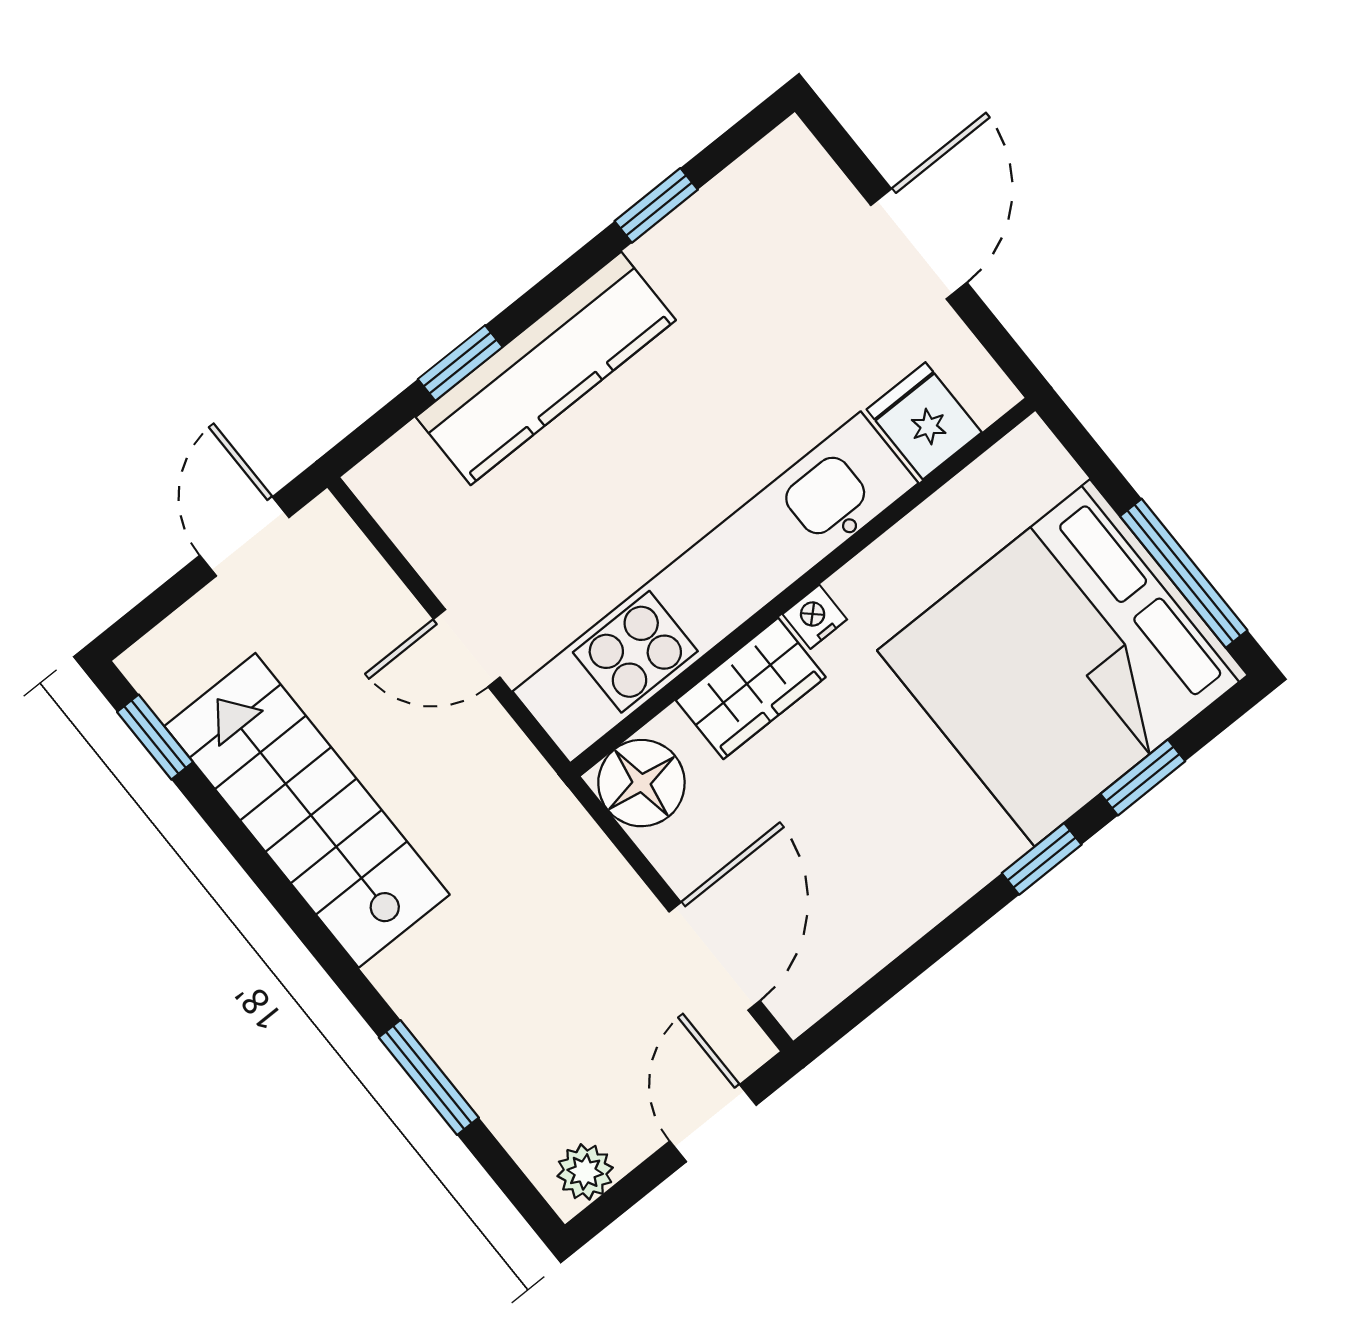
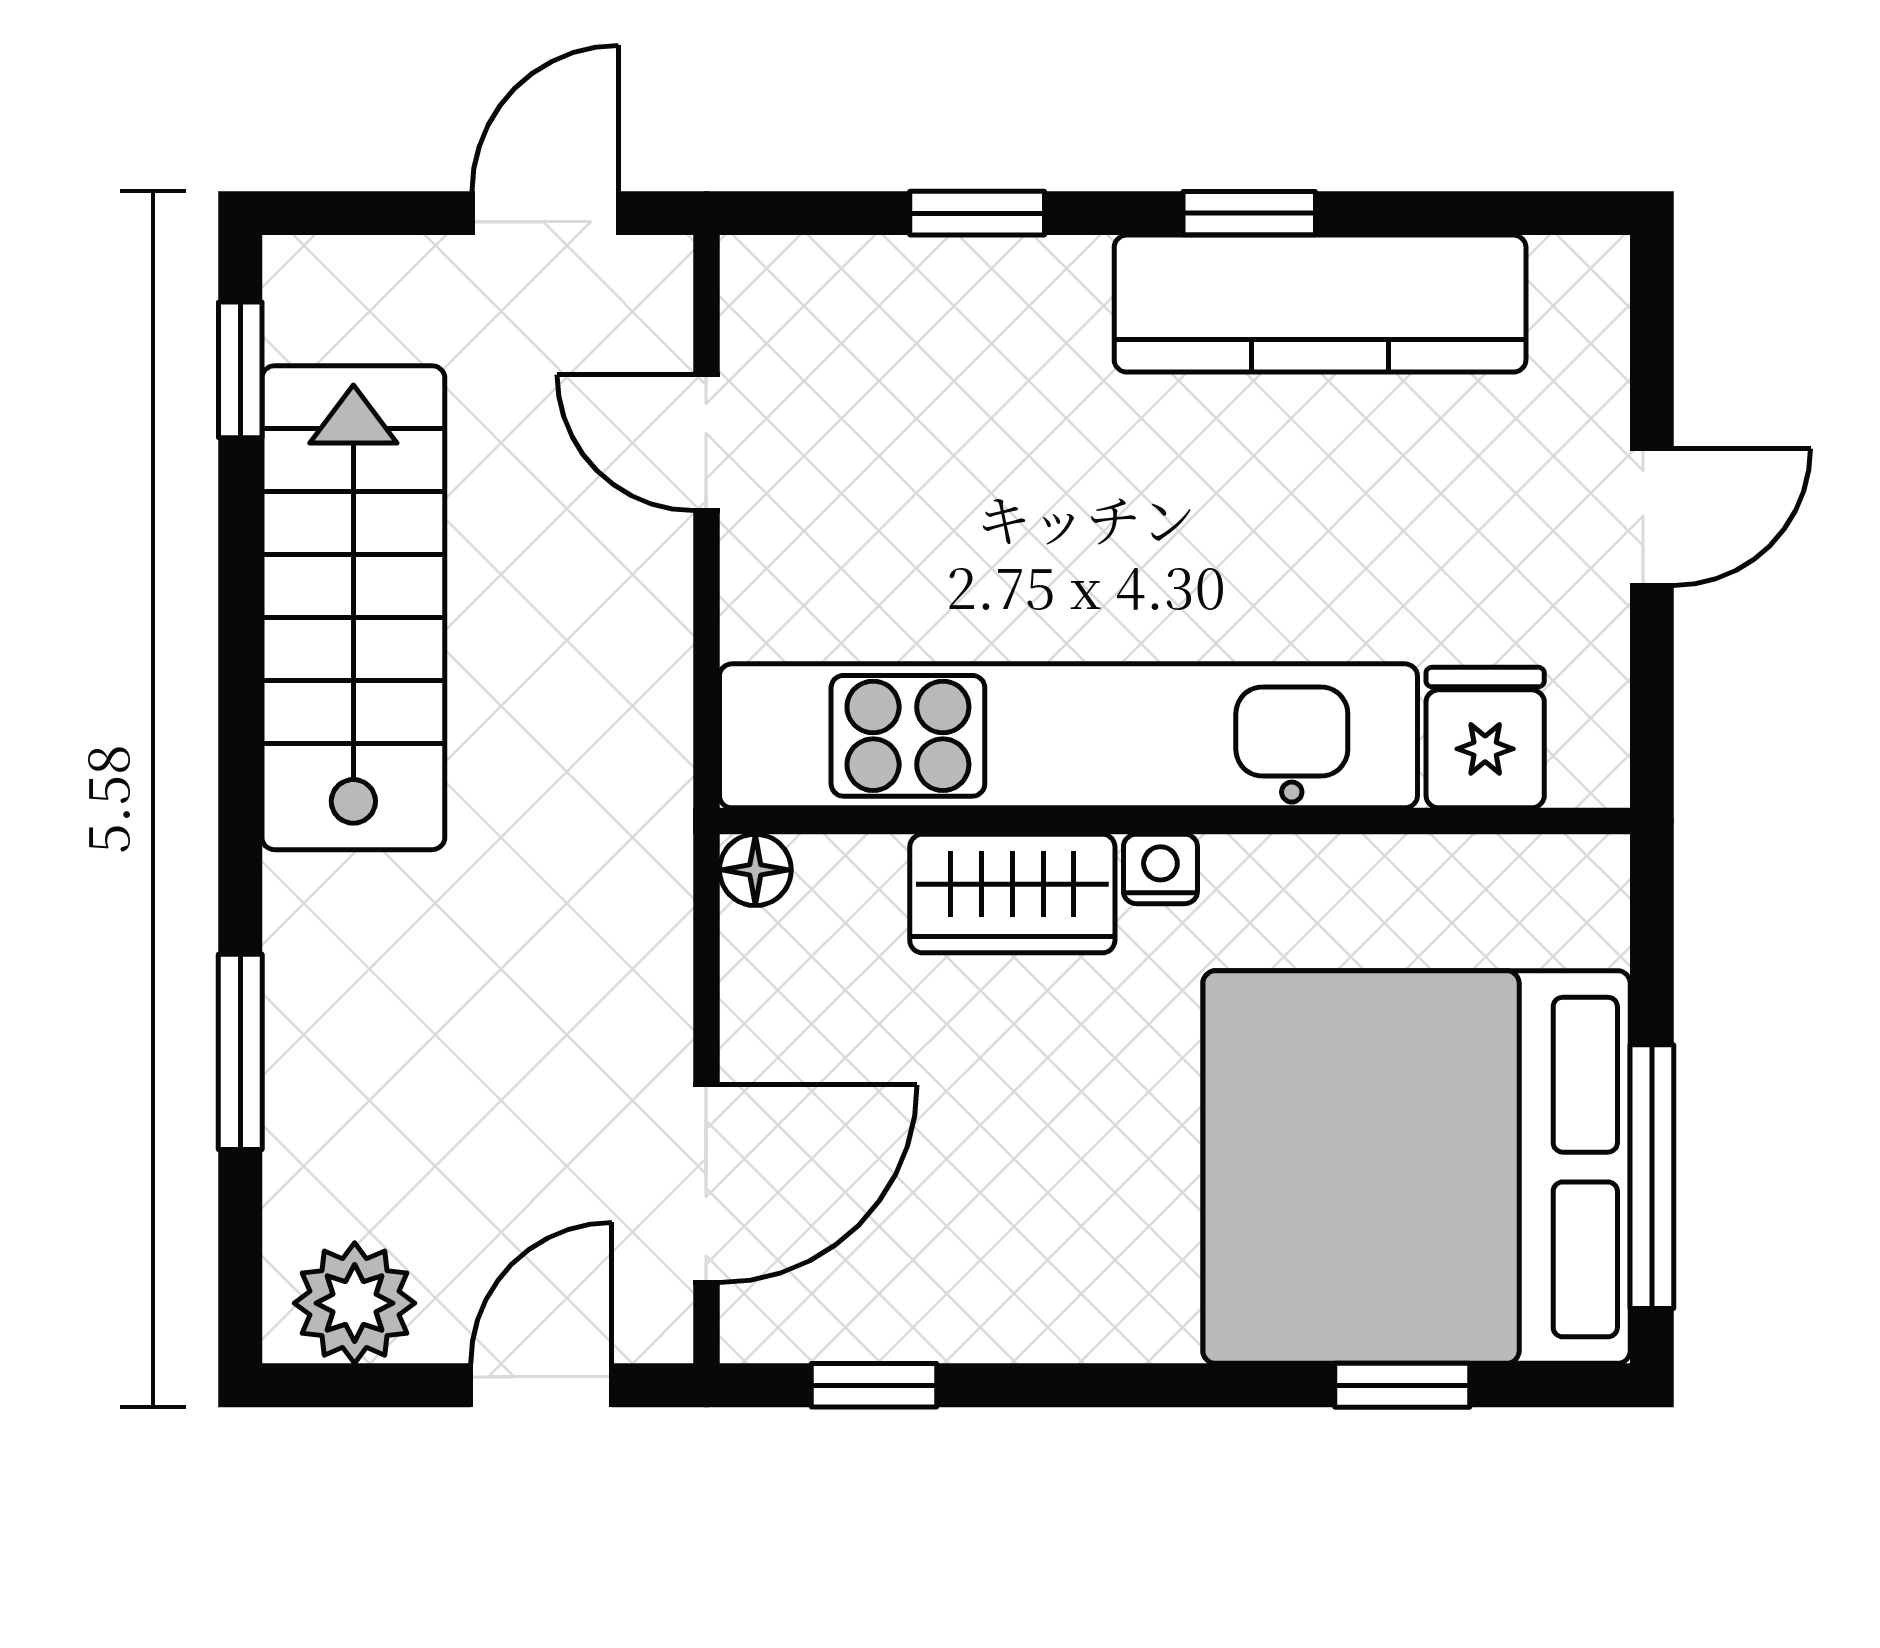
window: (656, 205) -> (1249, 213), moved
door: (919, 244) -> (1652, 517), width x0.73
kitchen counter: (546, 368) -> (1320, 304), moved
door: (467, 648) -> (706, 443), moved
floor lamp: (641, 783) -> (755, 870), width x0.53, depth x0.53
window: (1042, 859) -> (874, 1385), moved
plant: (585, 1172) -> (355, 1303), width x1.38, depth x1.38

